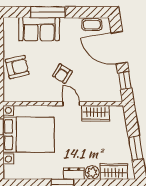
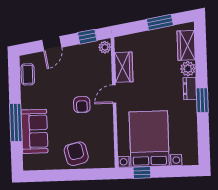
door: (119, 48) -> (52, 44), width x0.53
armchair: (62, 74) -> (82, 105), turned 58
plant: (115, 97) -> (105, 47), added

